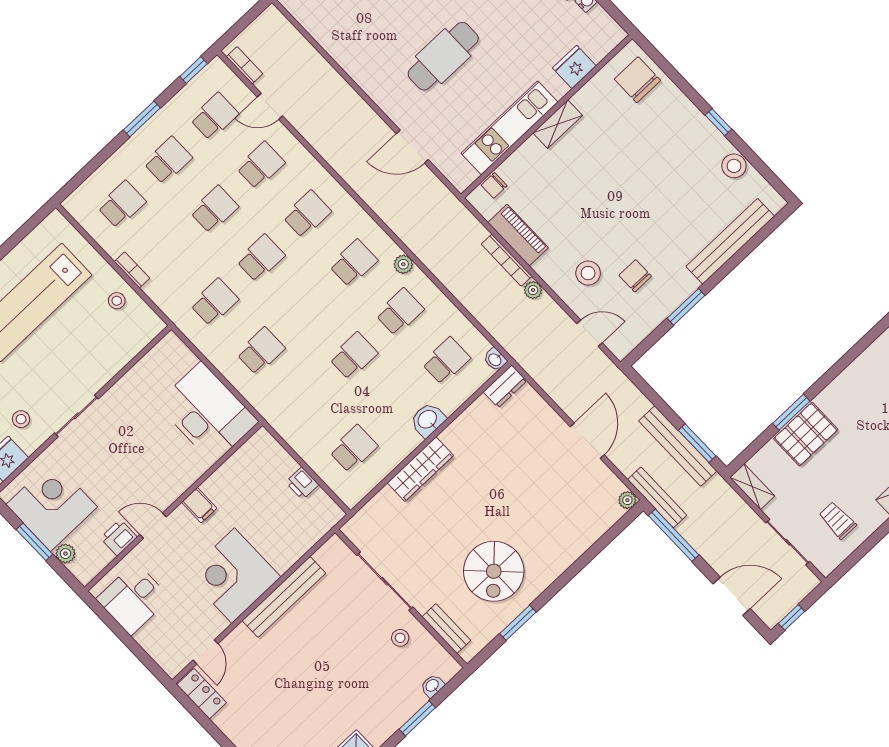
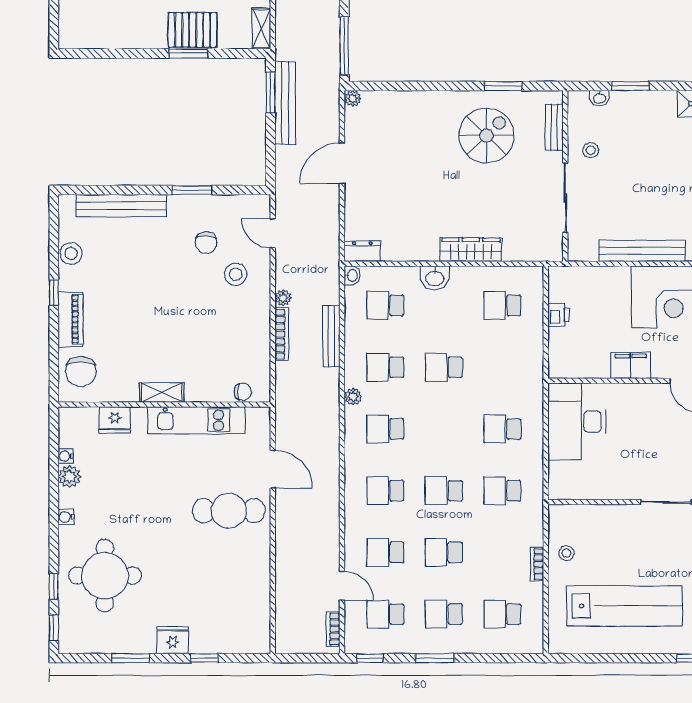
cafe table: (443, 56) -> (229, 511), moved
piano: (518, 235) -> (71, 319), moved, turned 180
bench: (657, 497) -> (331, 336), moved
filing cabinet: (199, 505) -> (631, 365), width x2.00

